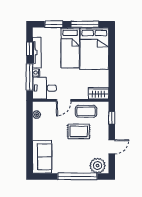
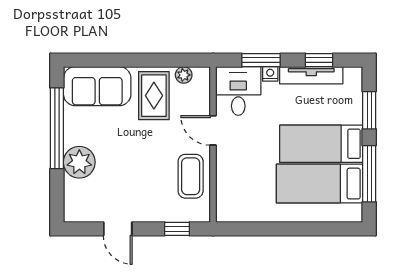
bed: (94, 48) -> (320, 184), width x0.67
window: (29, 77) -> (261, 60), width x0.69
wardrobe: (98, 93) -> (228, 202), removed
rug: (79, 131) -> (154, 96), moved
plant: (98, 166) -> (79, 162), moved
window: (77, 176) -> (57, 128), moved

